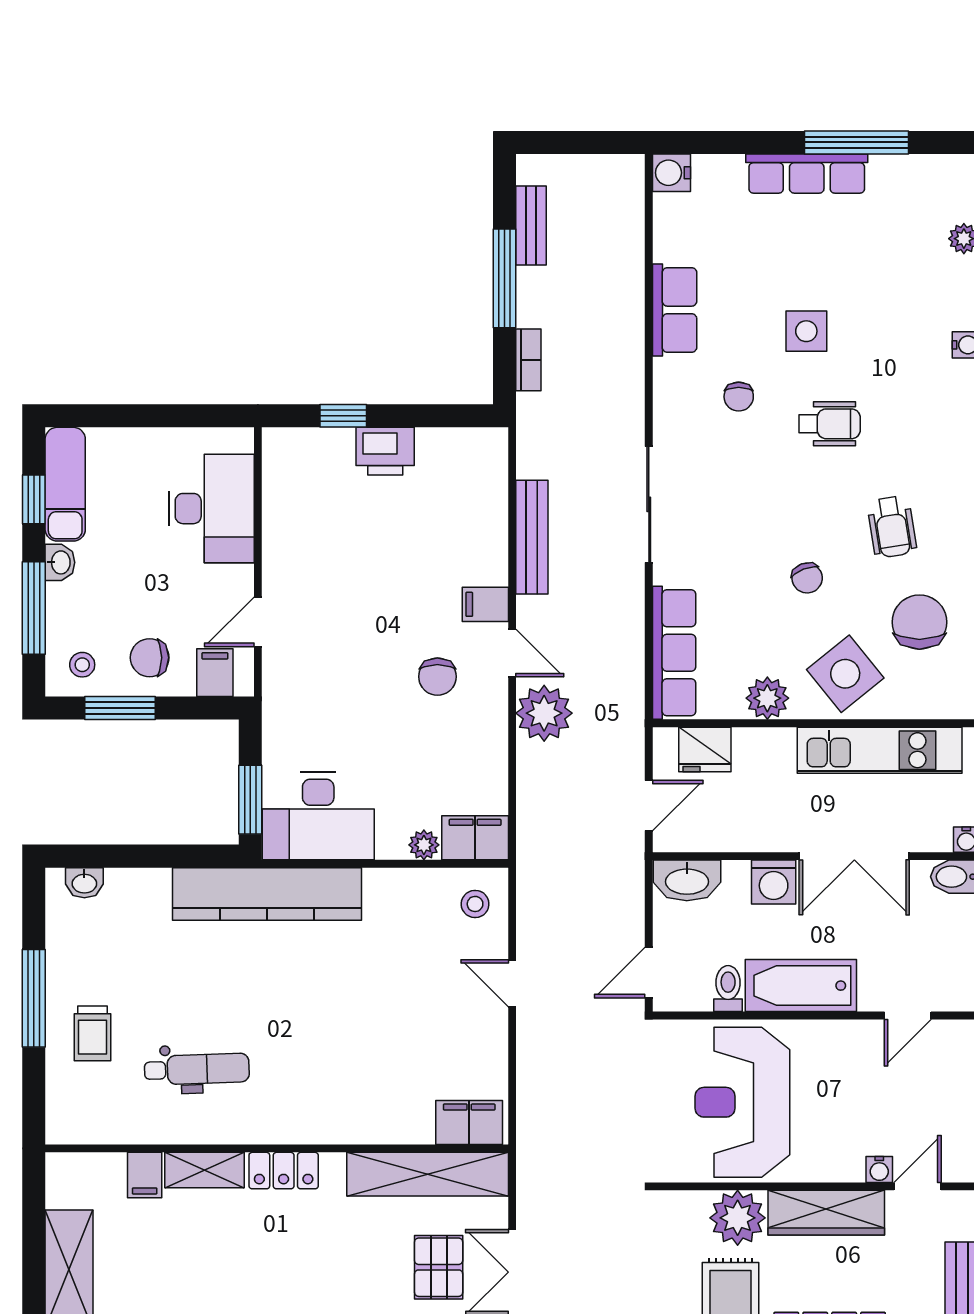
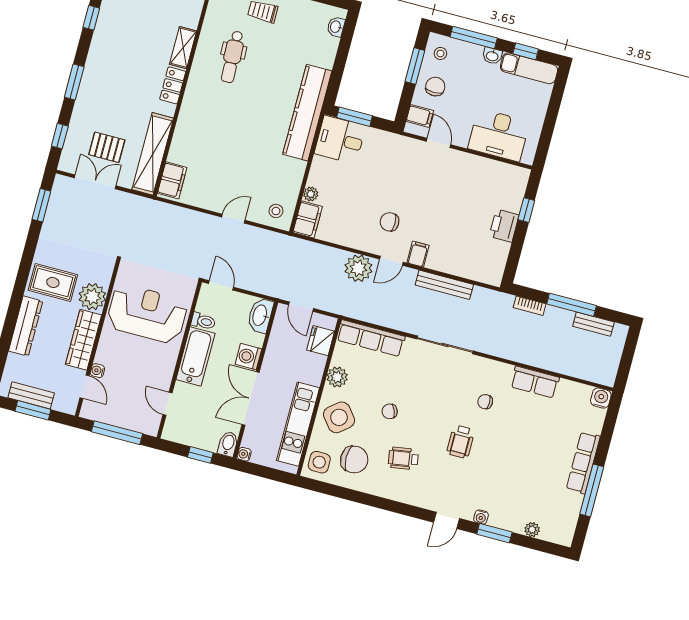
side table: (806, 331) -> (319, 462), moved
desk: (318, 816) -> (340, 140), width x0.73
filing cabinet: (145, 1175) -> (188, 18), removed

